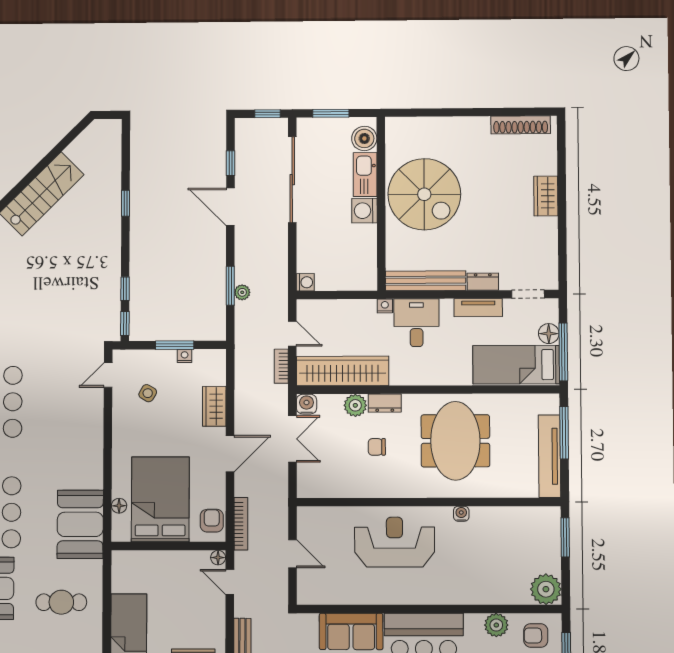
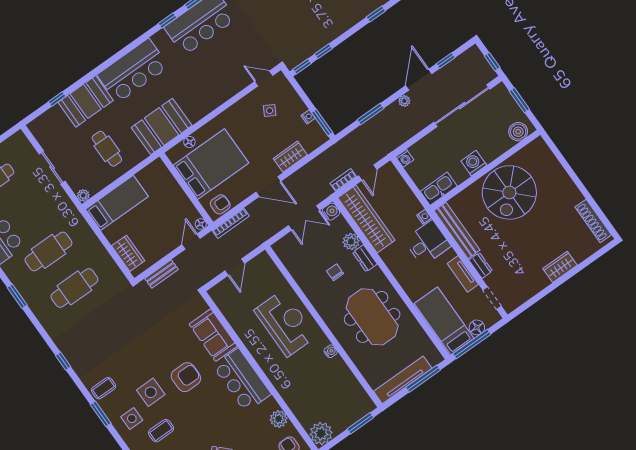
kitchen sink: (365, 174) -> (439, 189), moved
plant: (242, 292) -> (404, 101), moved
window: (175, 345) -> (322, 123), moved
meeting table: (455, 441) -> (372, 317), turned 90

